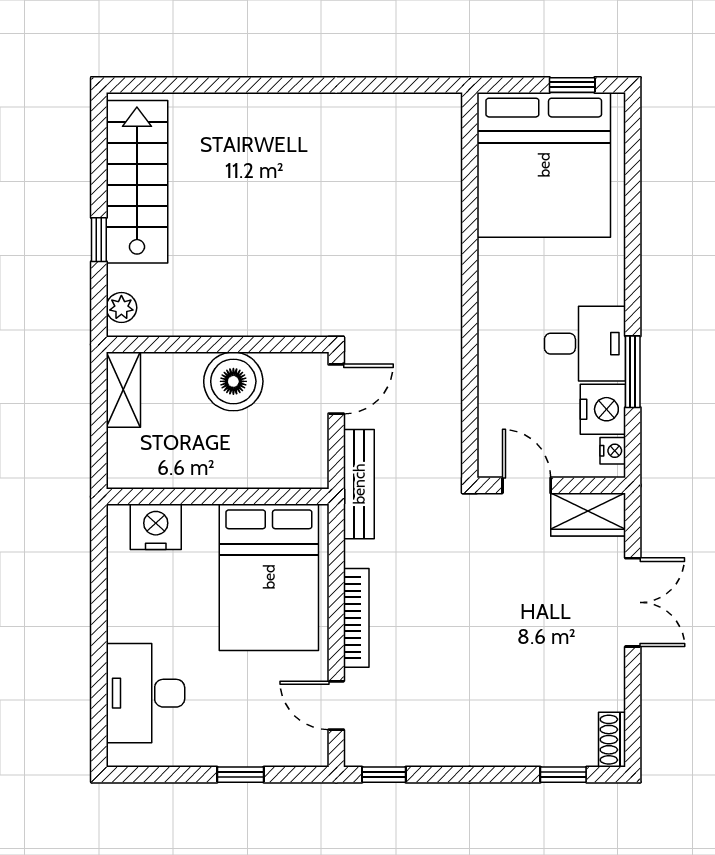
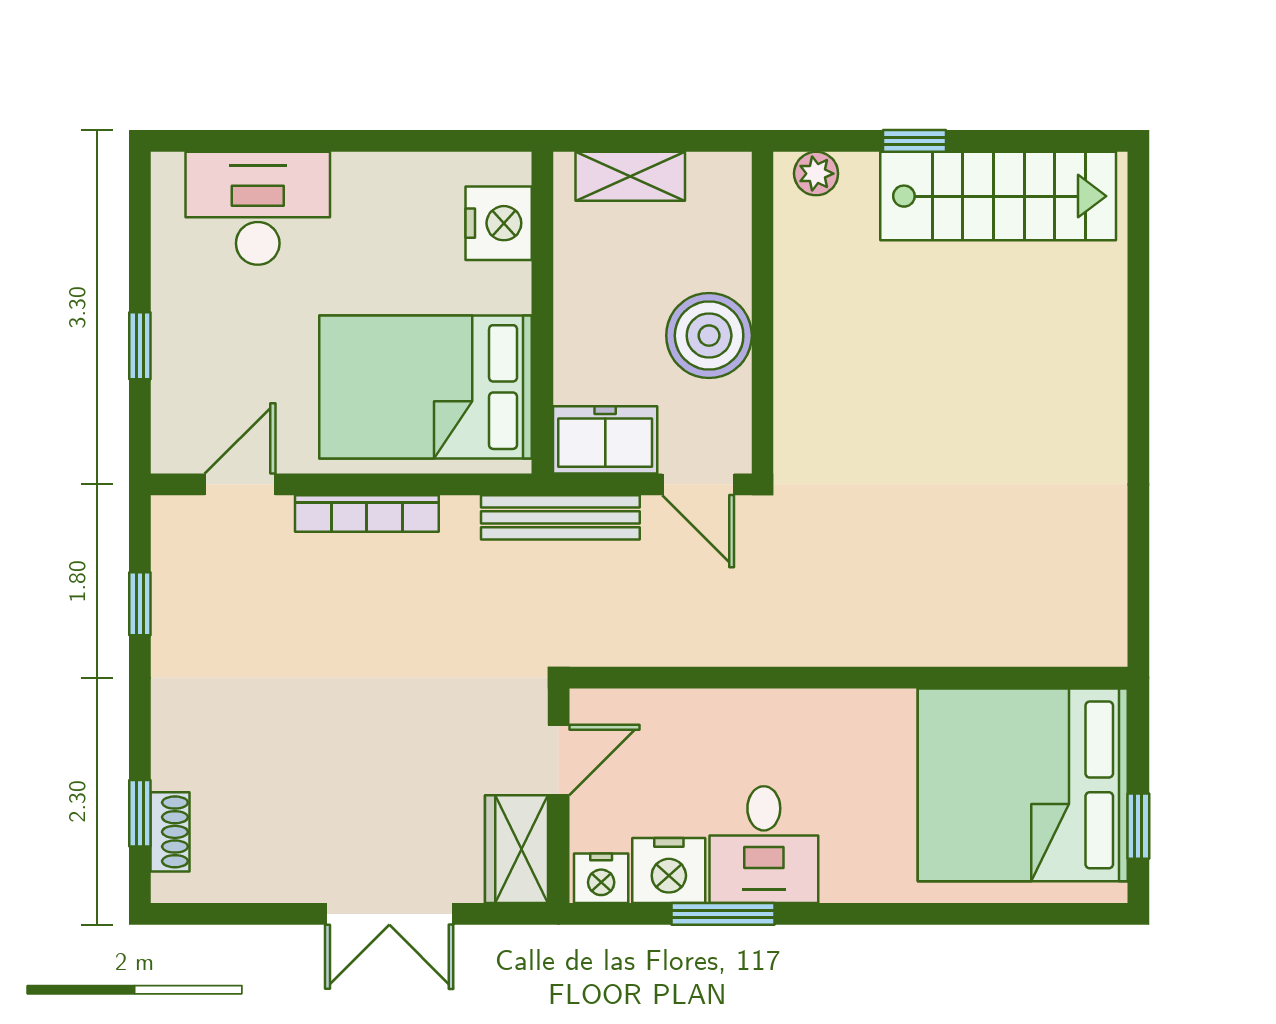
shelving: (123, 390) -> (630, 176), moved
nightstand: (613, 451) -> (601, 878), width x1.39, depth x1.35
freezer: (305, 453) -> (605, 440), added
shoe rack: (612, 740) -> (170, 832), moved, turned 90
window: (384, 775) -> (140, 604), moved

